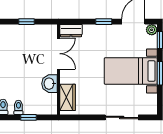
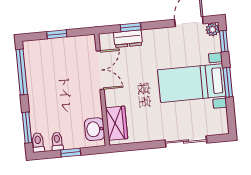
window: (104, 22) -> (131, 27), moved
dresser: (71, 31) -> (128, 39), moved
washbasin: (49, 84) -> (95, 129), moved

